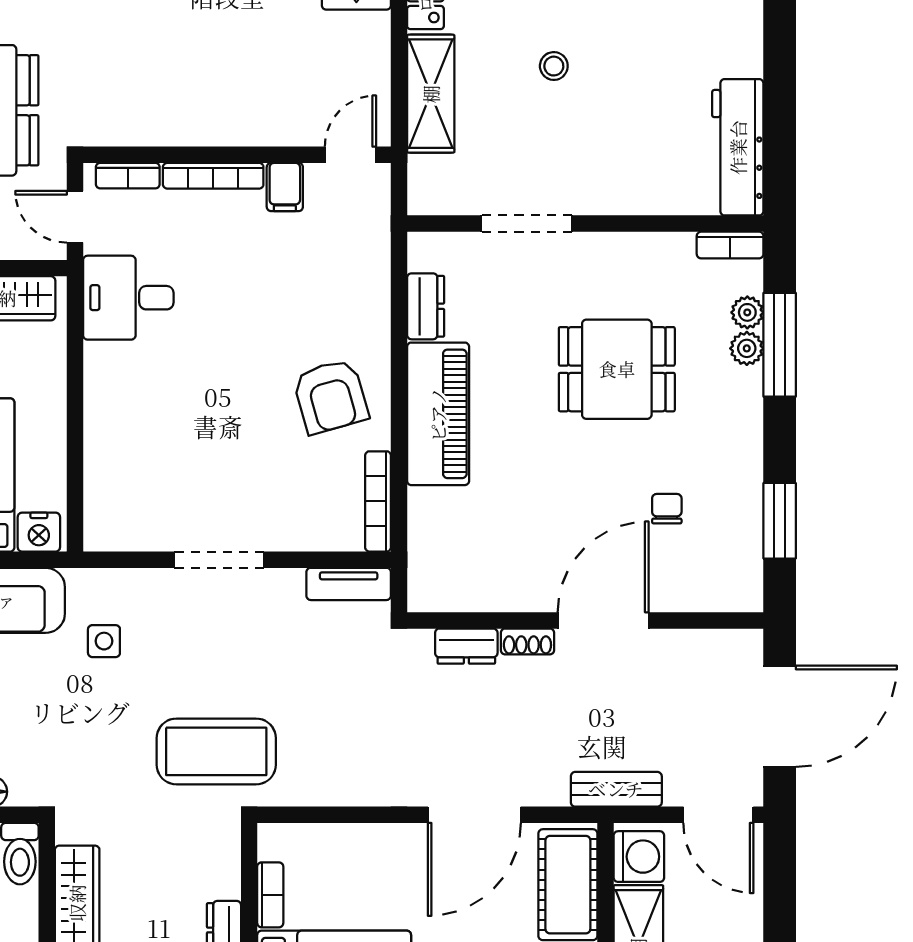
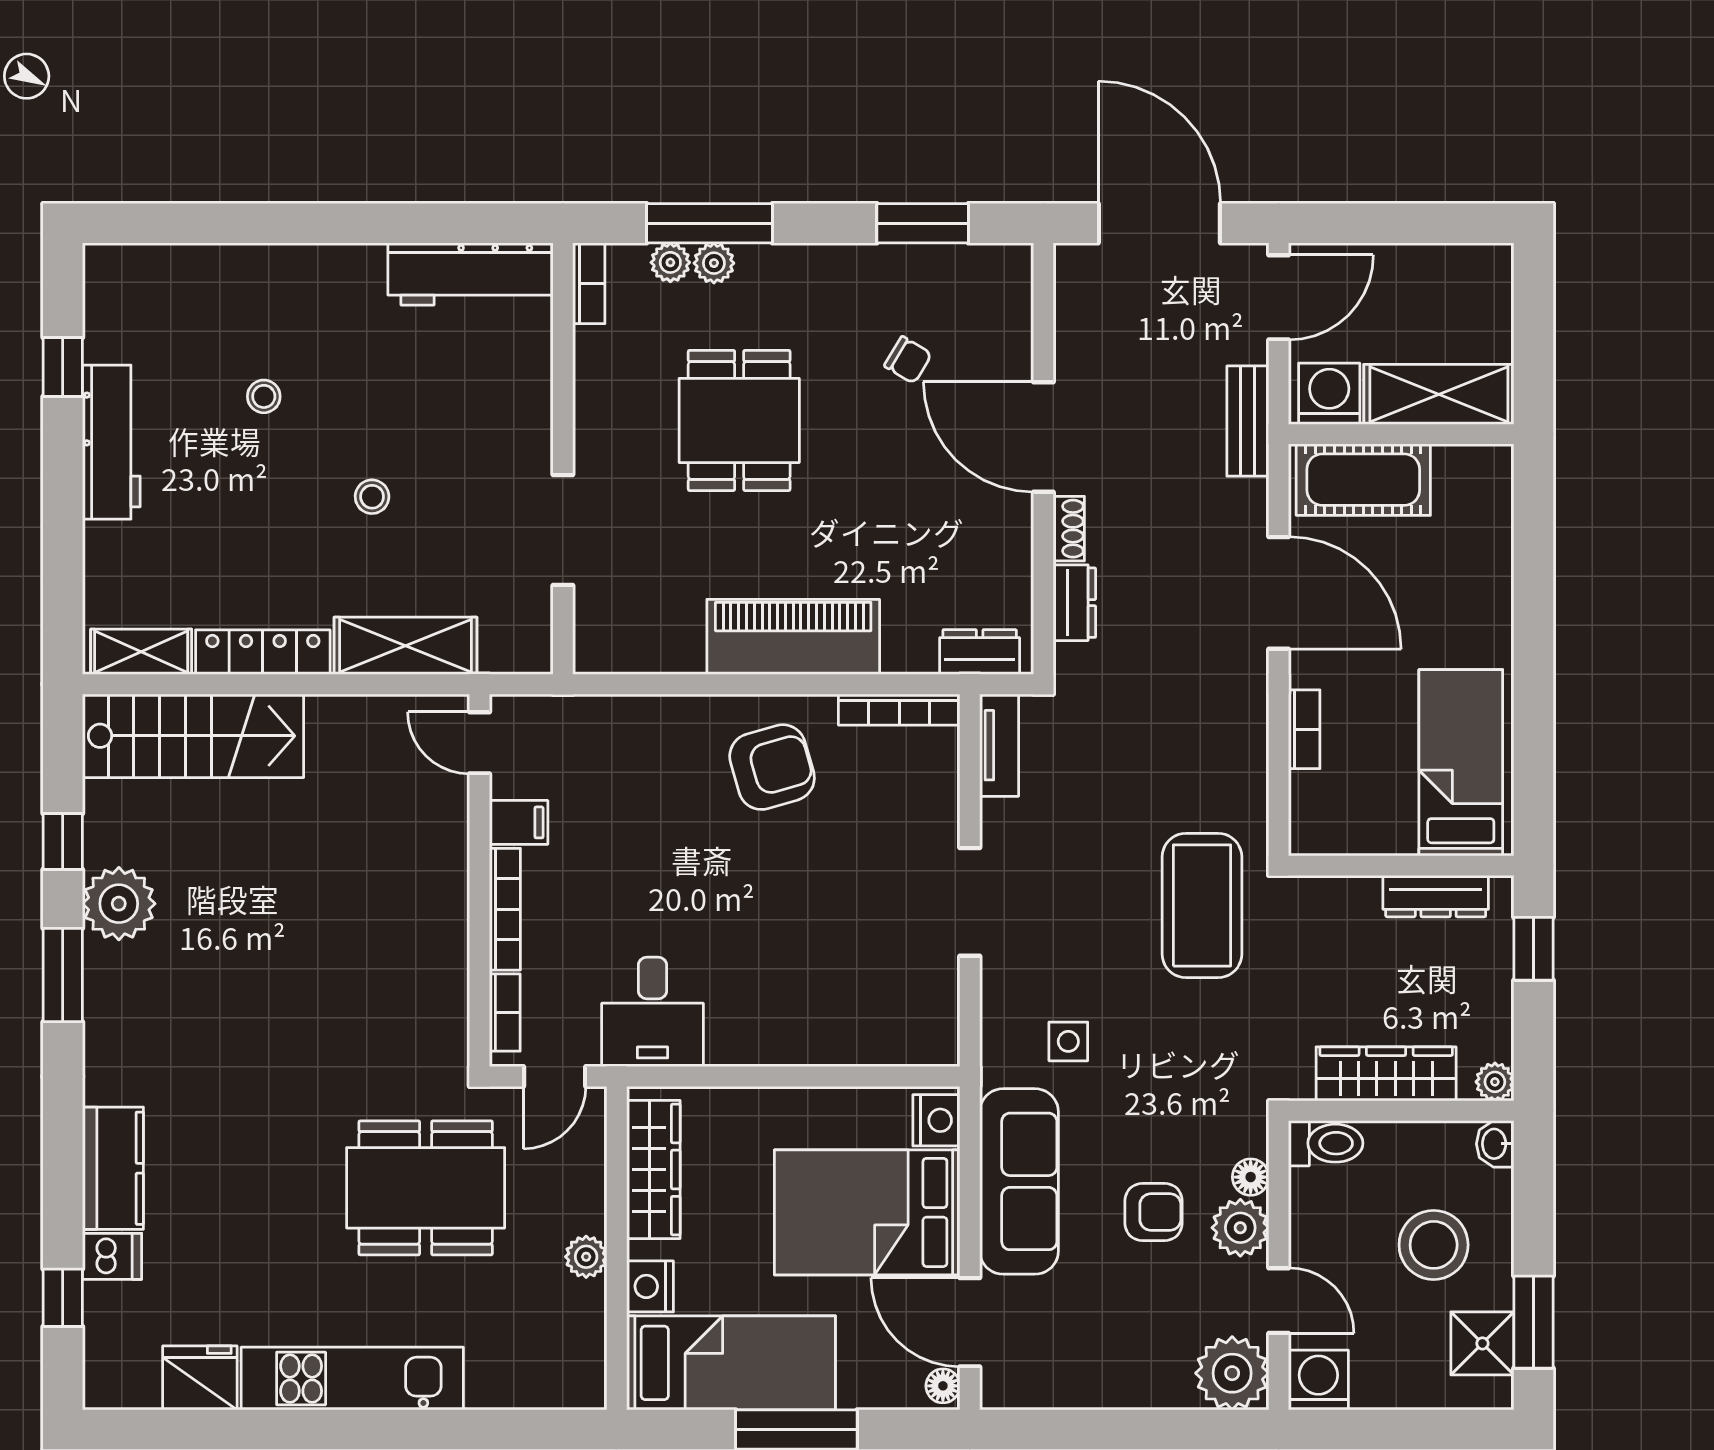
dresser: (426, 306) -> (980, 652), moved
chair: (667, 509) -> (908, 360), turned -149
bookcase: (270, 895) -> (1304, 729), moved, turned 90

